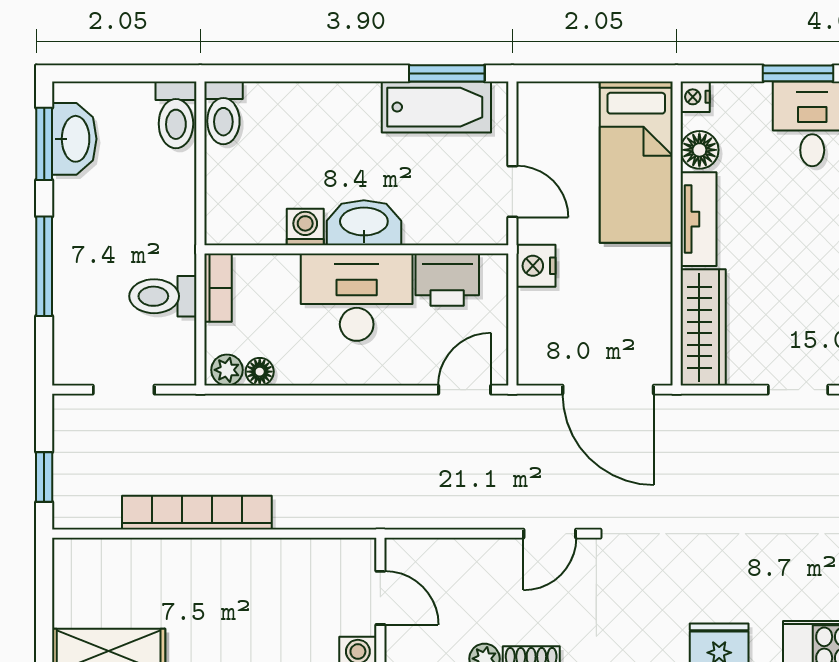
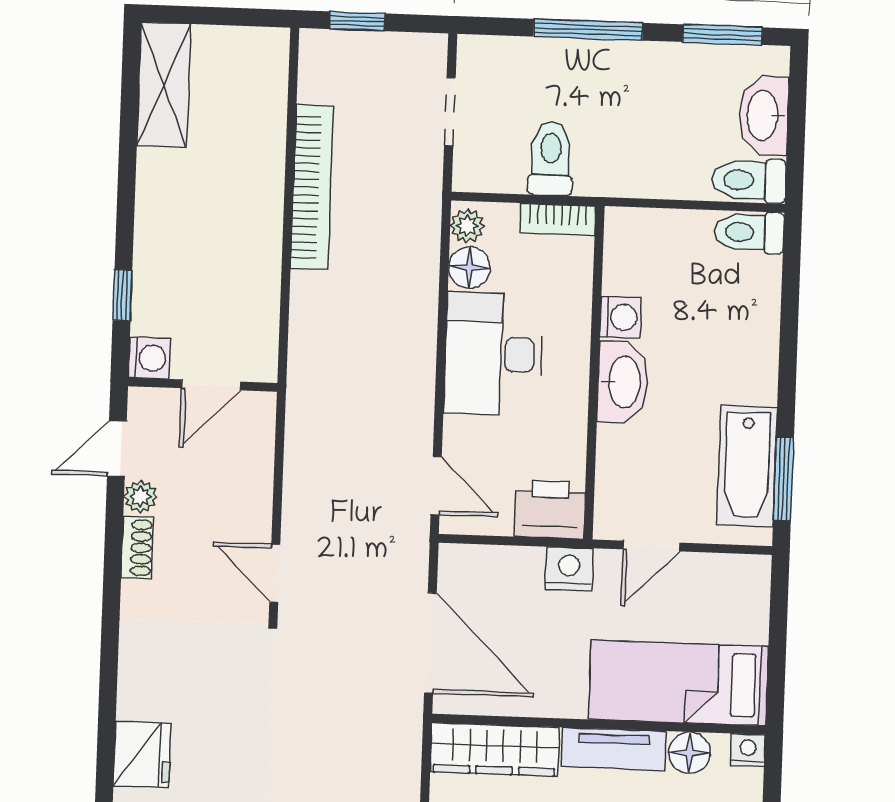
washbasin: (74, 139) -> (764, 115), moved, turned 90
printer: (447, 280) -> (550, 509), moved, turned 90
desk: (357, 297) -> (493, 354), moved, turned 180
floor lamp: (260, 372) -> (469, 268), width x1.37, depth x1.37
door: (608, 390) -> (430, 643), swing flipped

